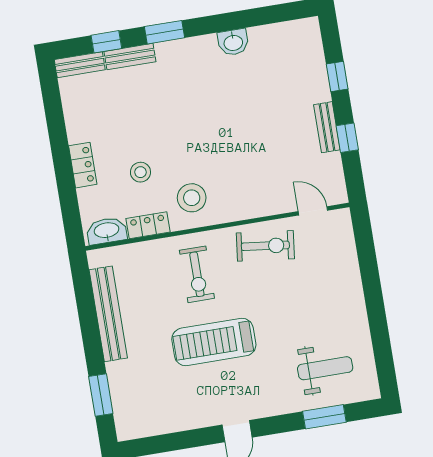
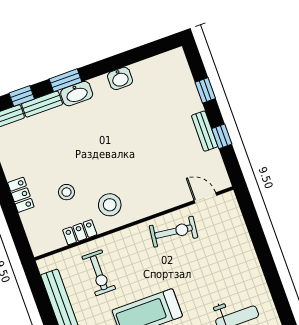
washbasin: (107, 231) -> (77, 94), moved, turned 180
exercise bike: (197, 274) -> (99, 273), moved

